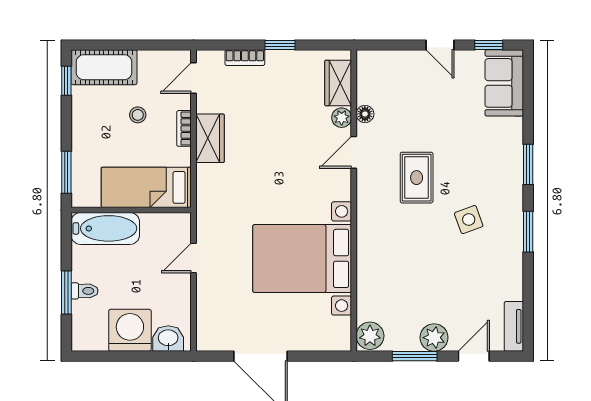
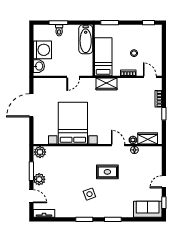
cot: (104, 67) -> (154, 39), removed
wardrobe: (210, 138) -> (106, 84), moved
door: (194, 258) -> (73, 77), swing flipped

